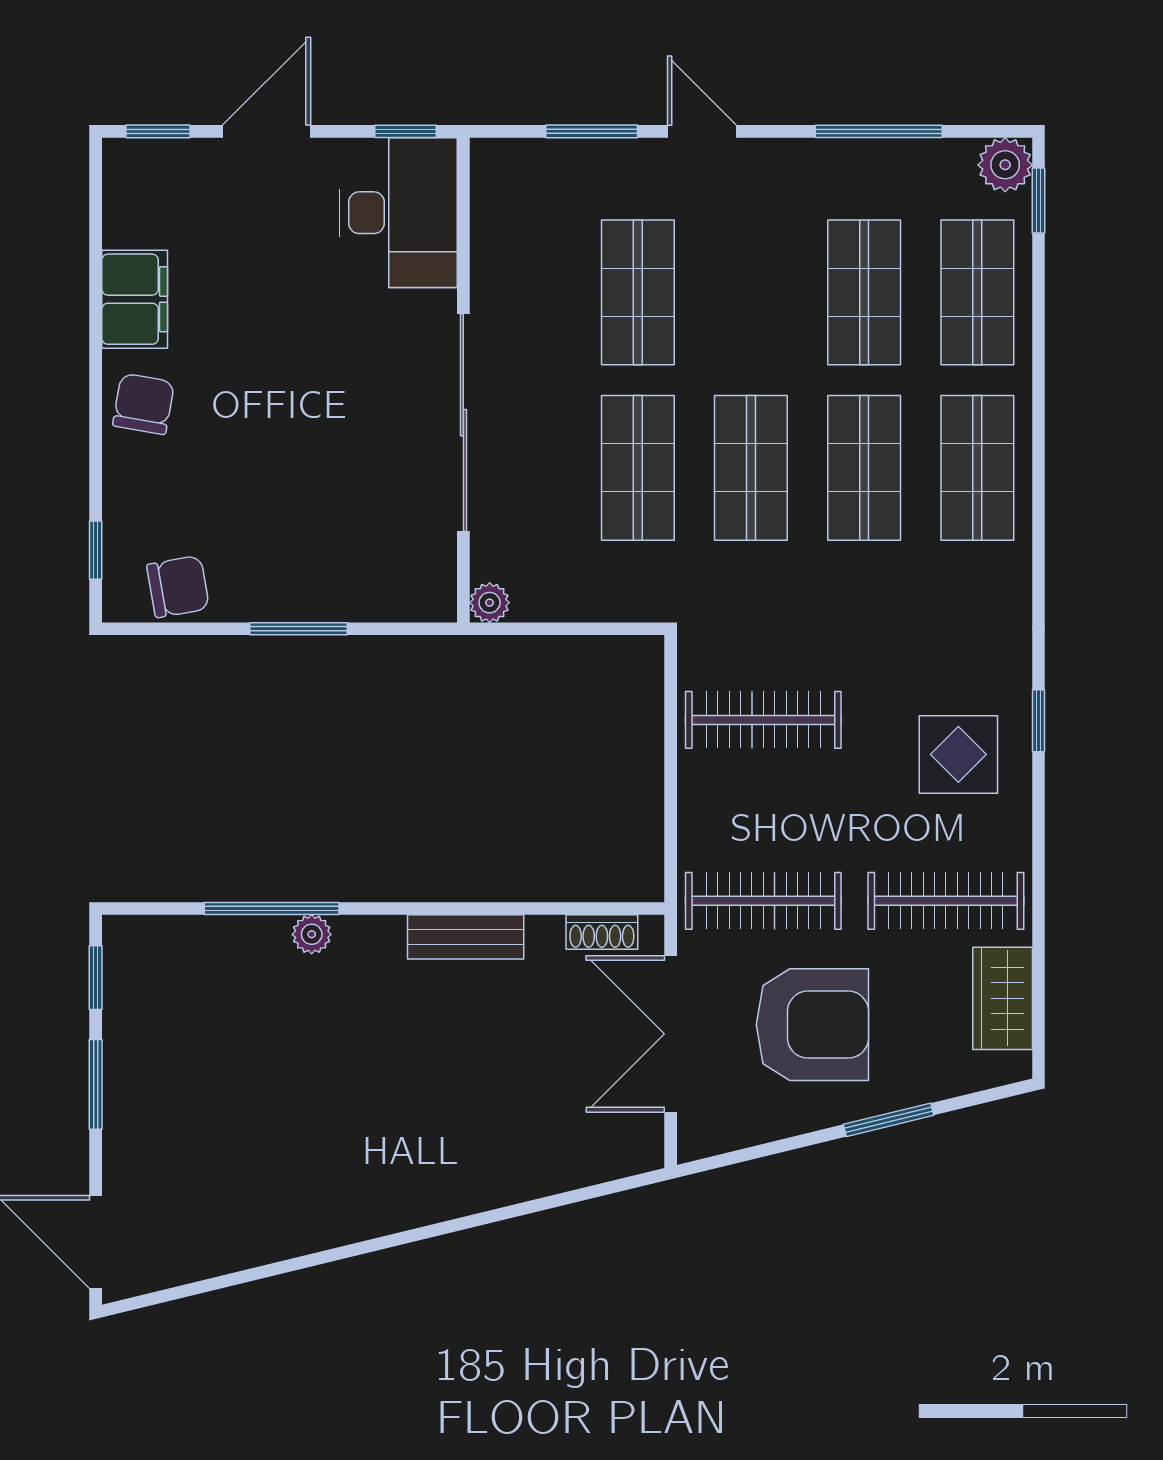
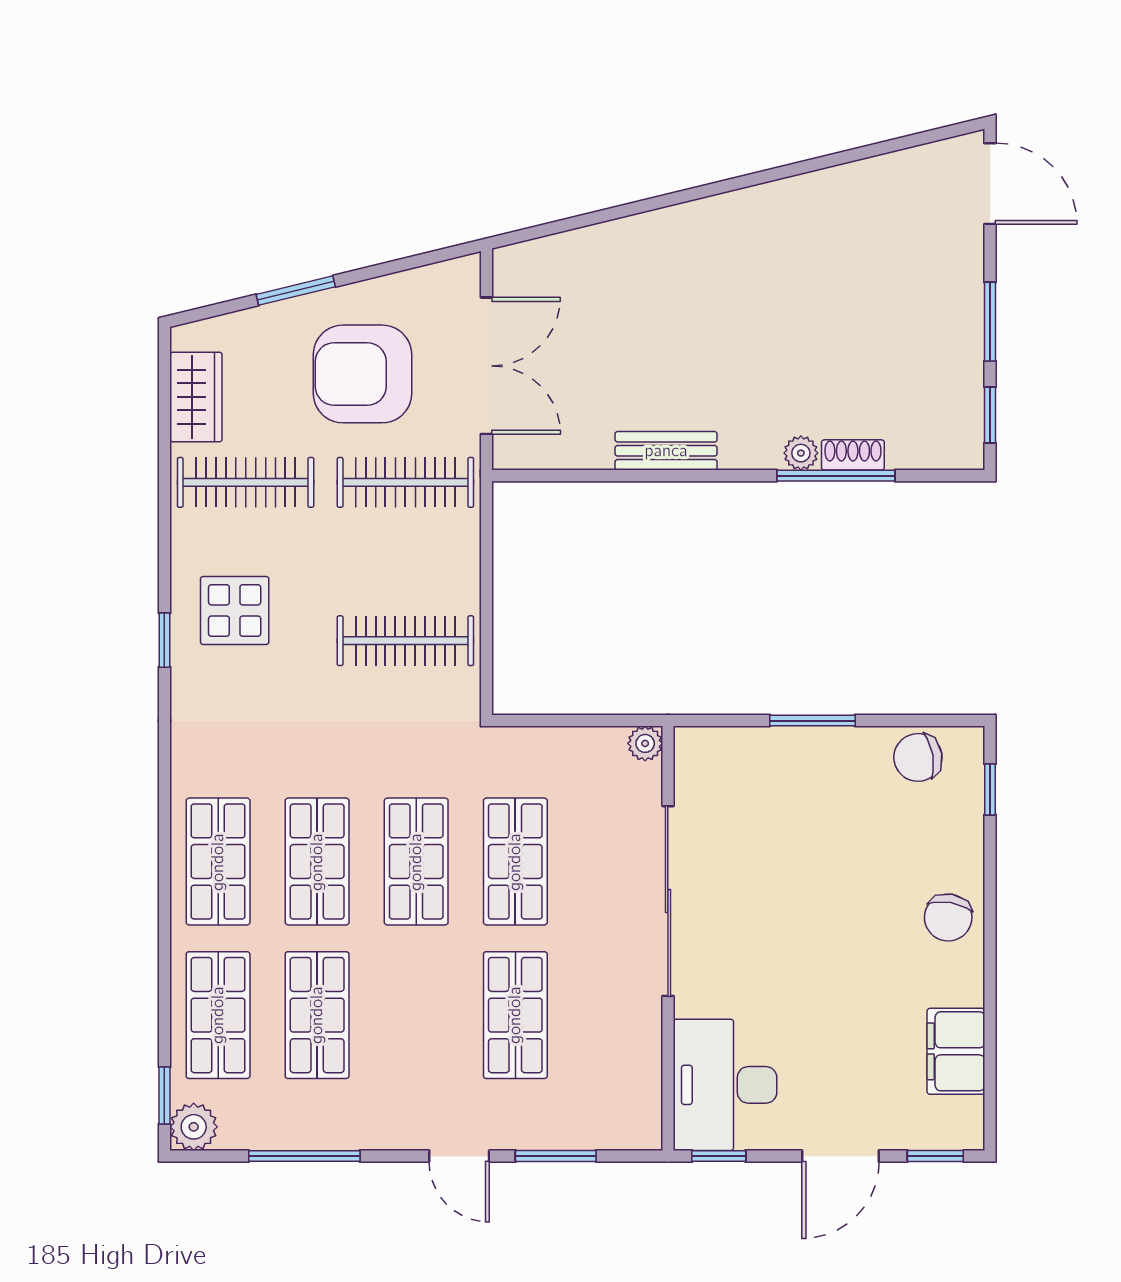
filing cabinet: (135, 299) -> (956, 1051), moved
shoe rack: (602, 932) -> (853, 455), moved

